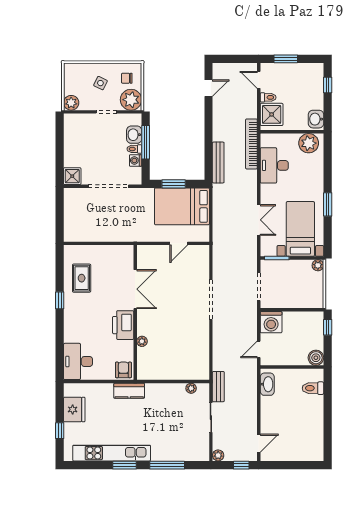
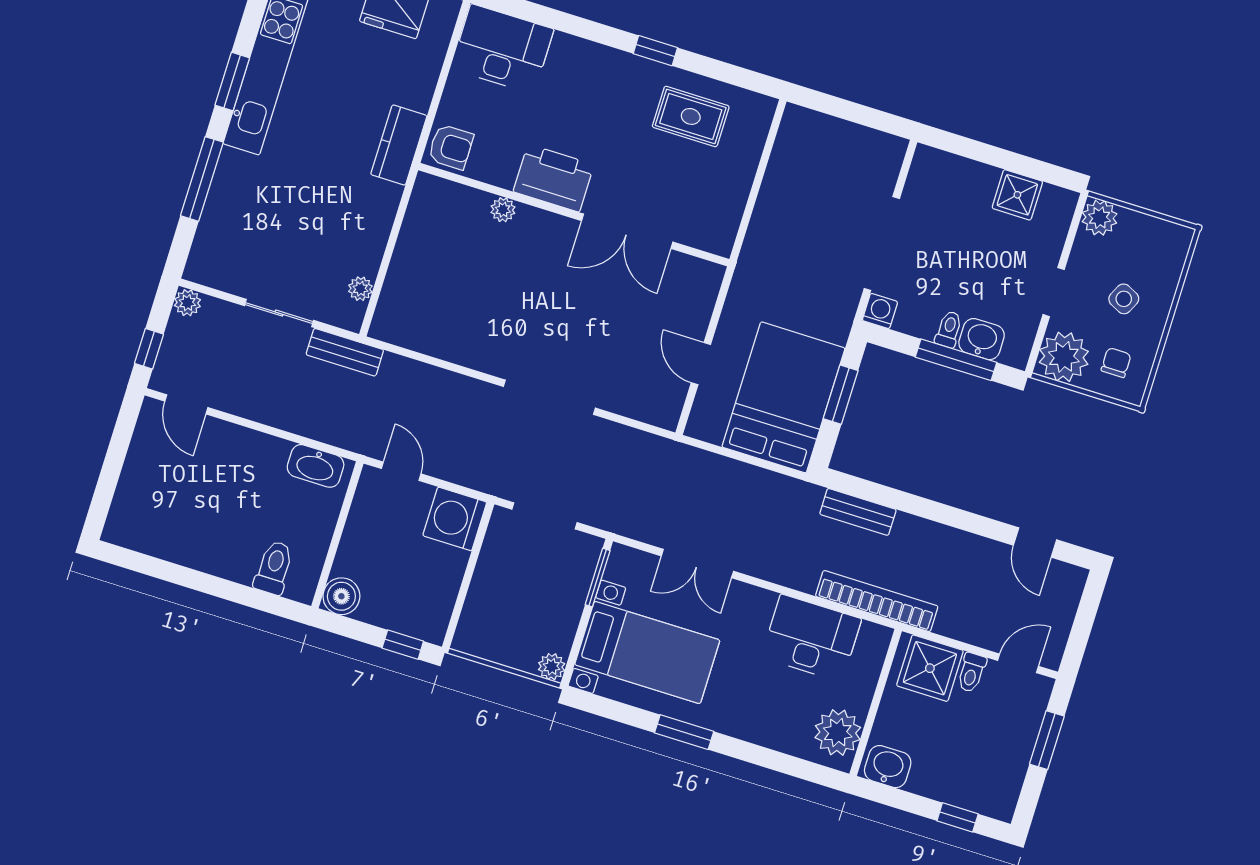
washing machine: (136, 160) -> (880, 311), moved
bench: (218, 162) -> (858, 512), width x0.73
shower: (72, 176) -> (1017, 195), moved

